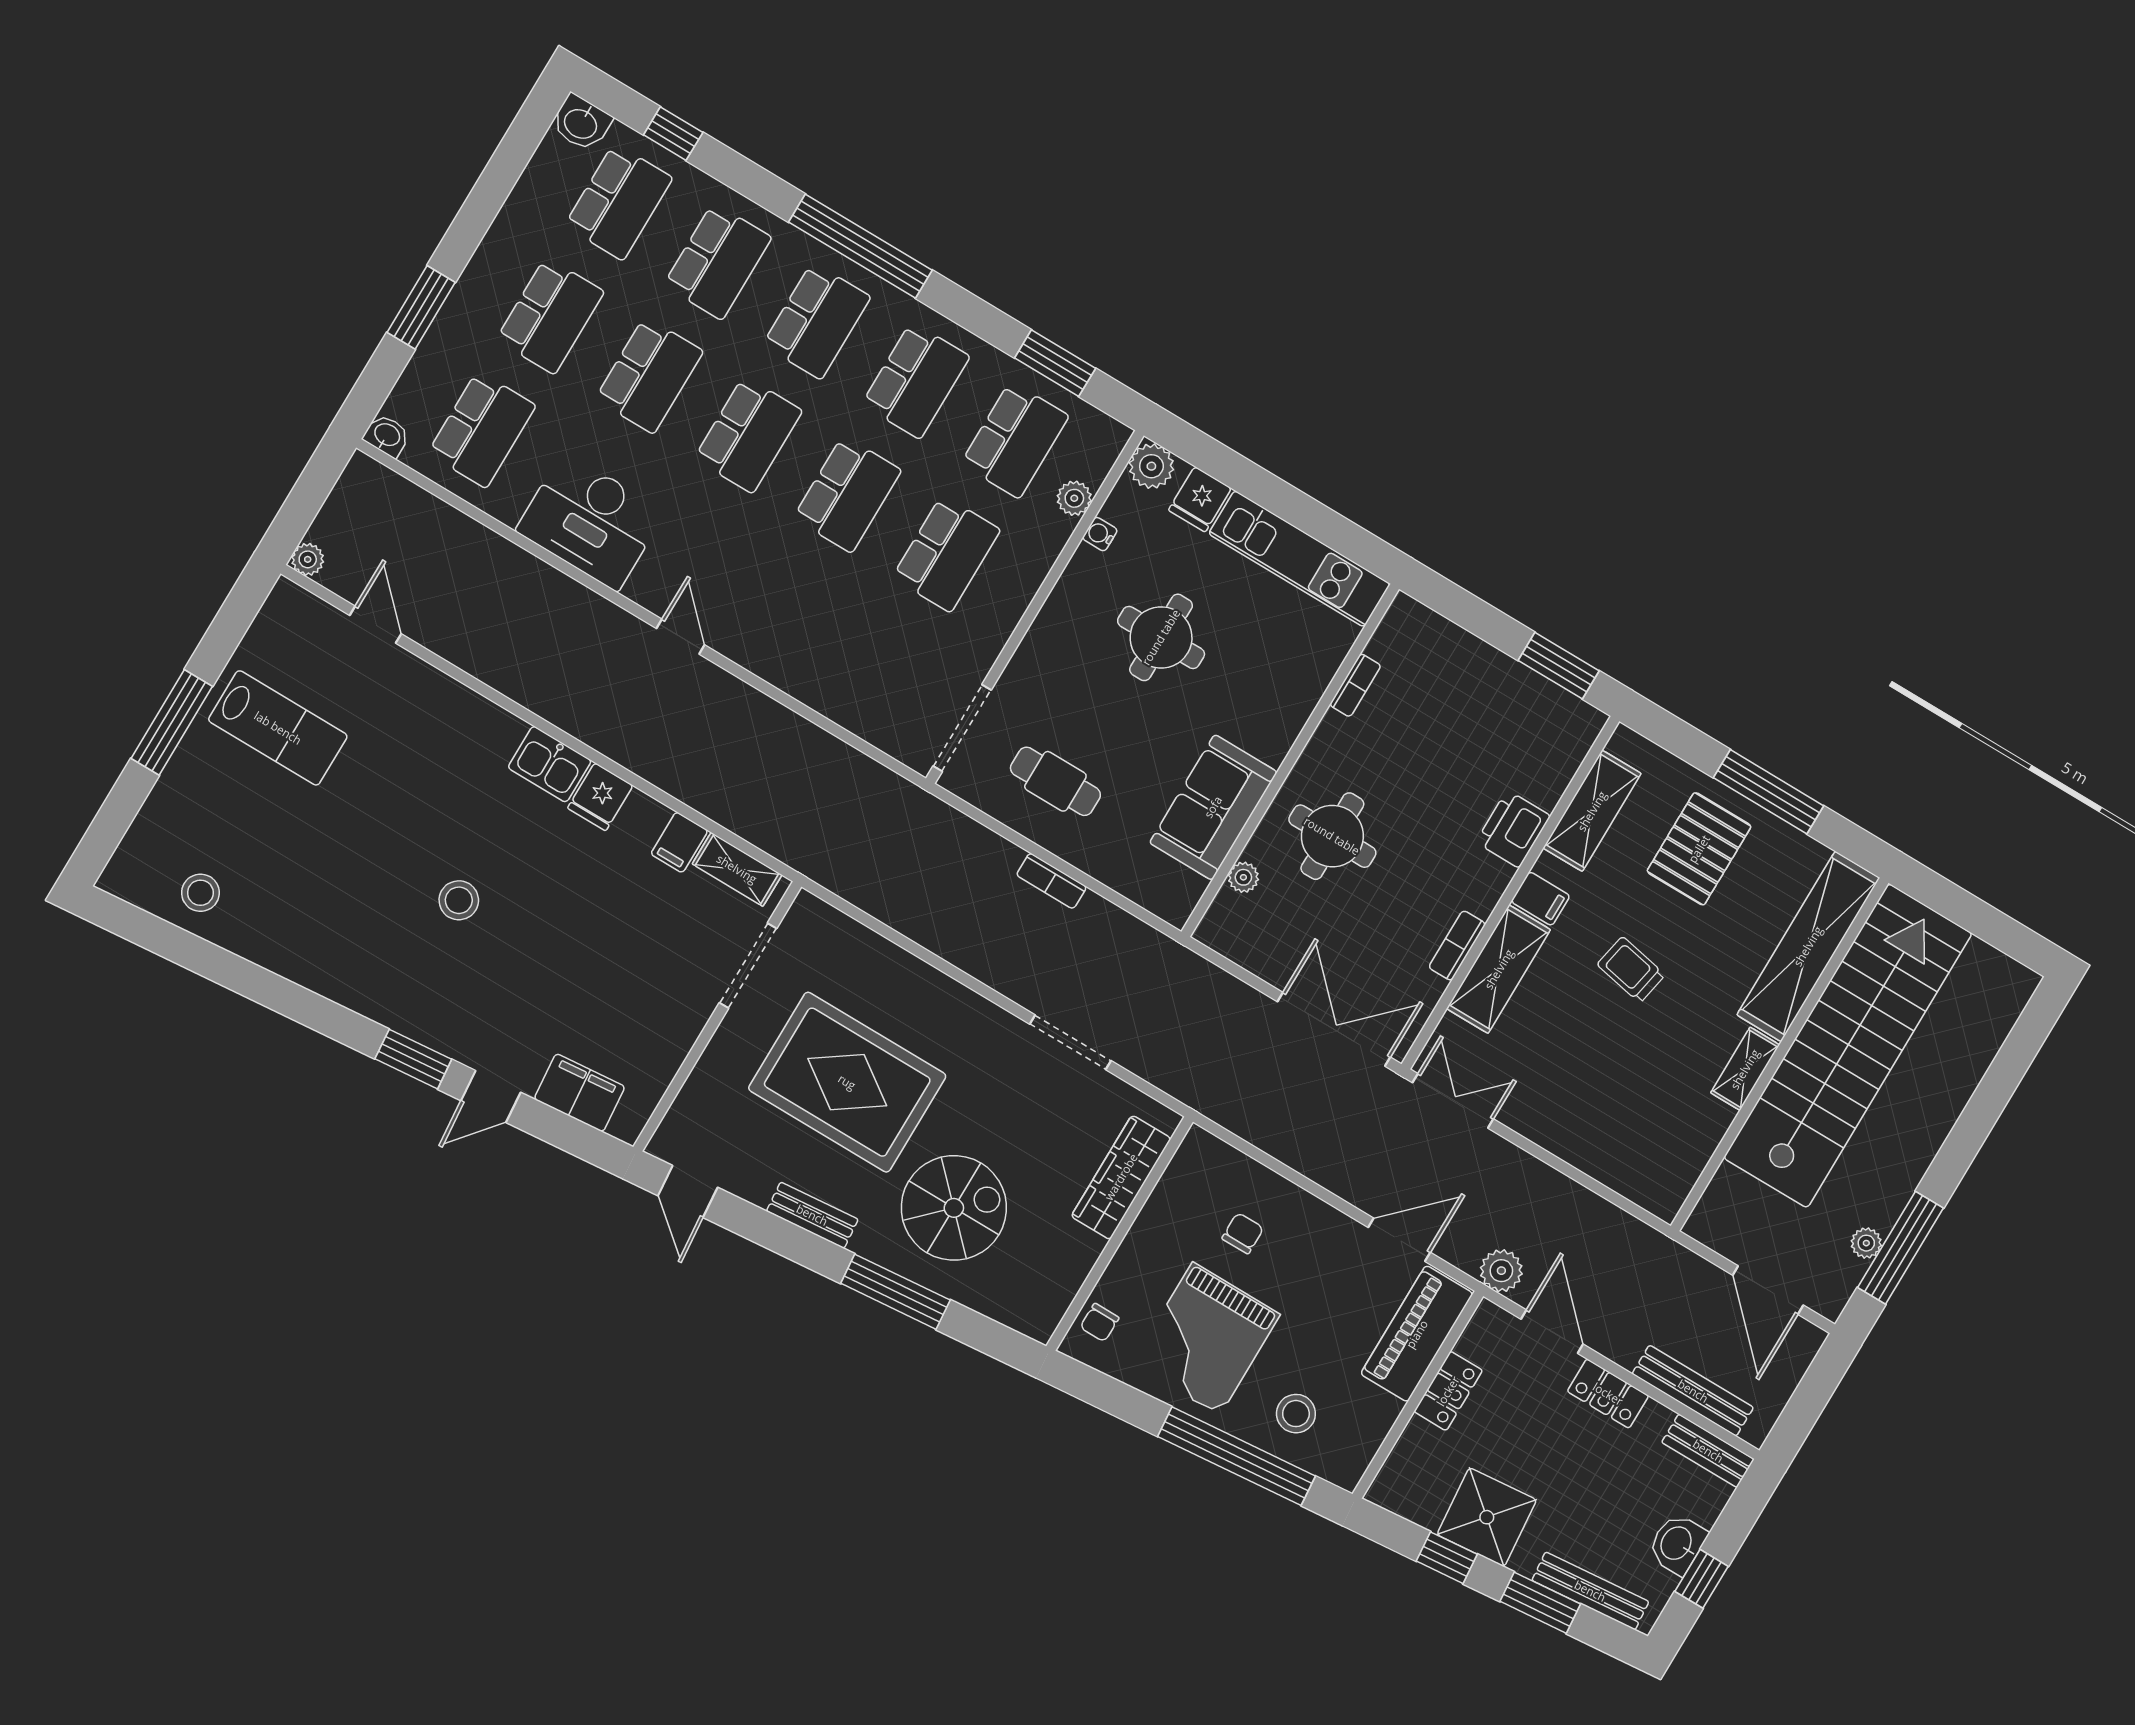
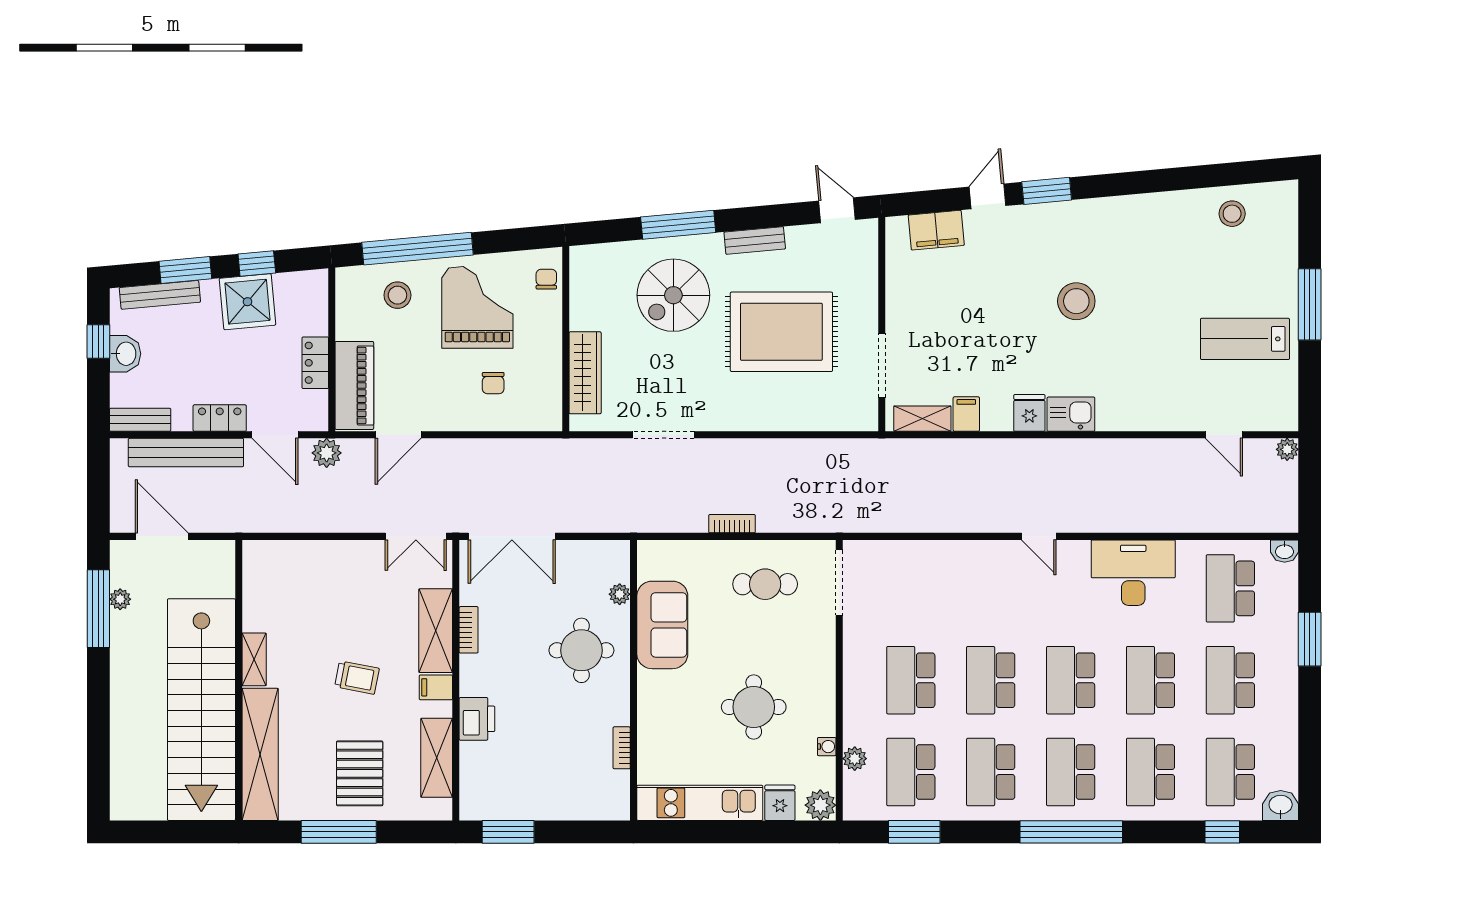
stool: (459, 900) -> (1076, 301), width x1.38, depth x1.38
bench: (1693, 1391) -> (186, 453), width x1.37, depth x1.21

